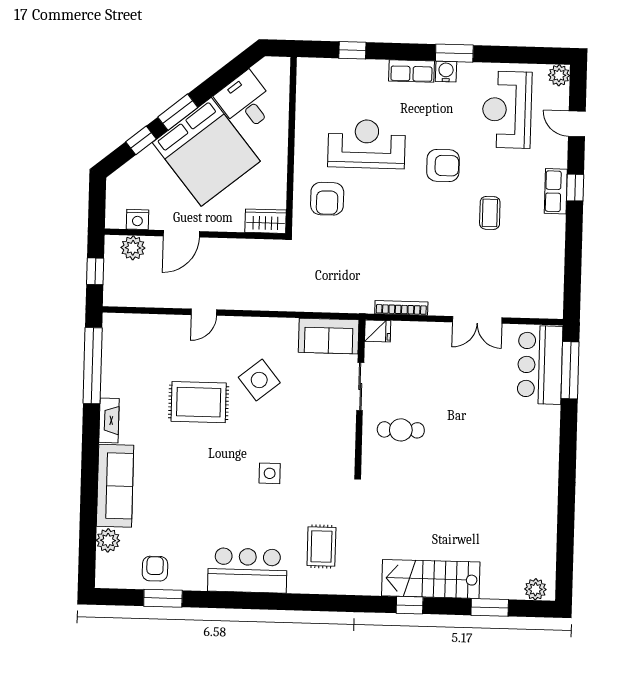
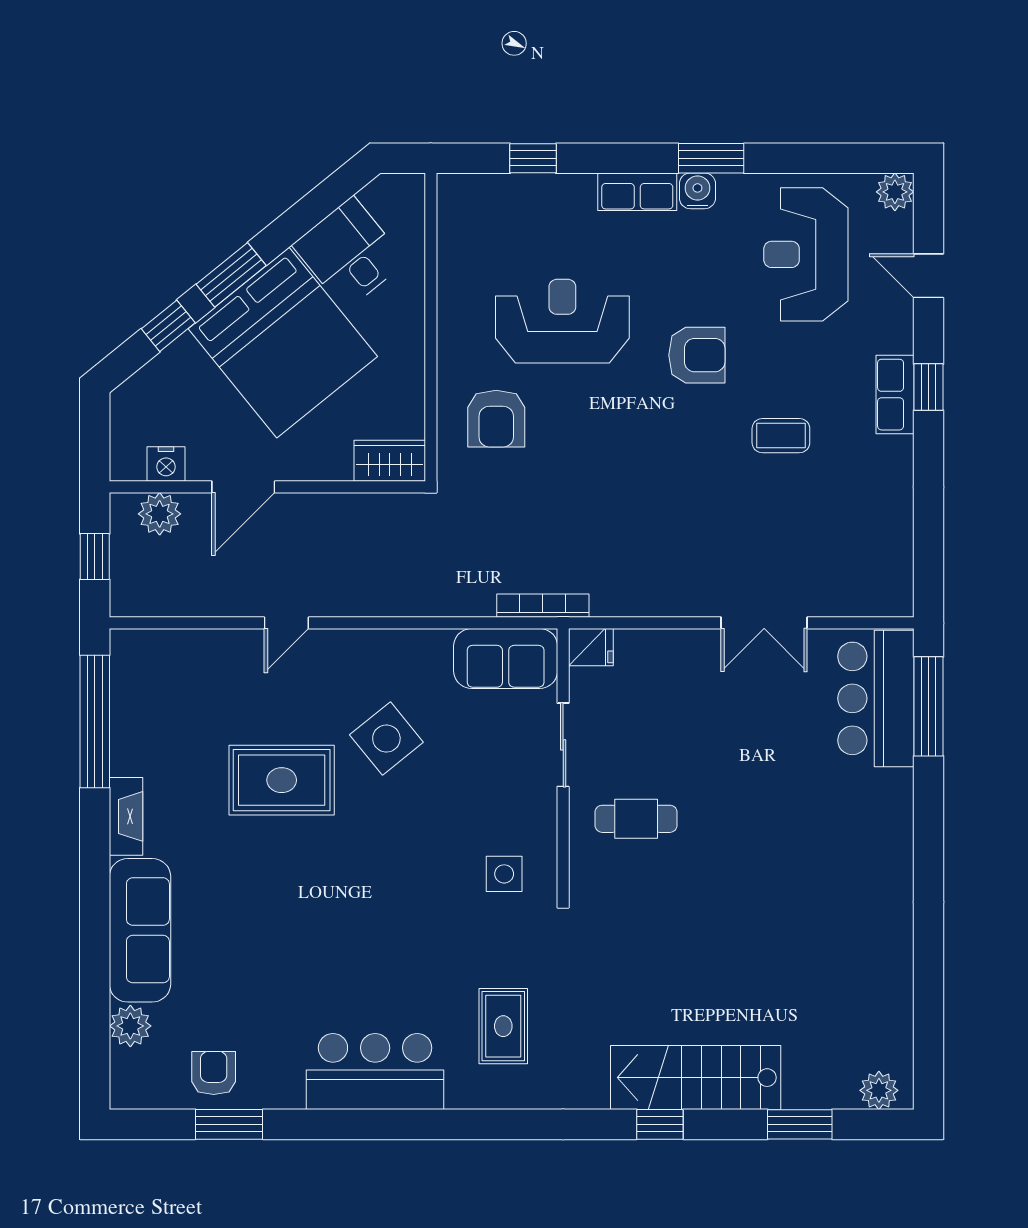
coffee table: (490, 213) -> (781, 436), turned 90
bookcase: (401, 308) -> (543, 606), moved
side table: (270, 473) -> (504, 874), moved

